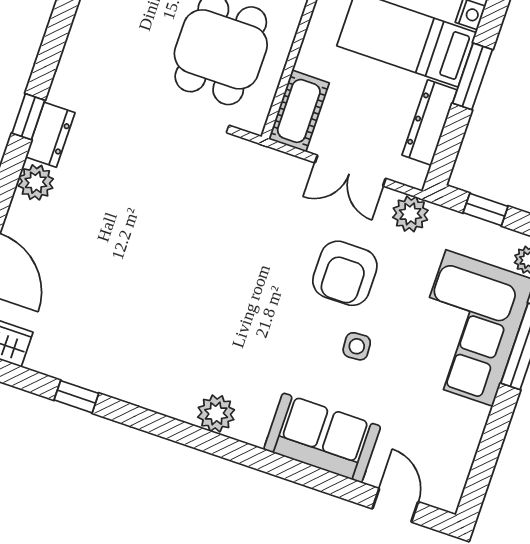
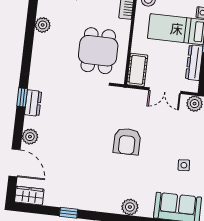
plant: (36, 182) -> (30, 137), moved
armchair: (345, 273) -> (127, 141), moved

